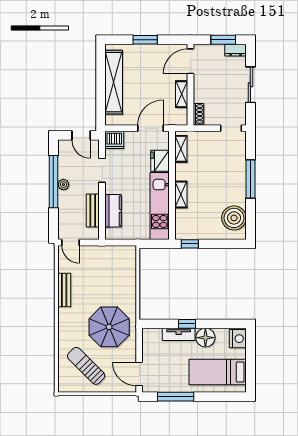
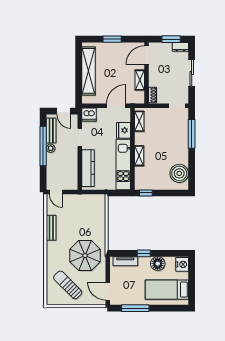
window: (250, 179) -> (192, 134), moved
bench: (93, 210) -> (51, 131), moved
kitchen counter: (113, 211) -> (88, 168), width x1.50
tv unit: (179, 334) -> (125, 261), moved

